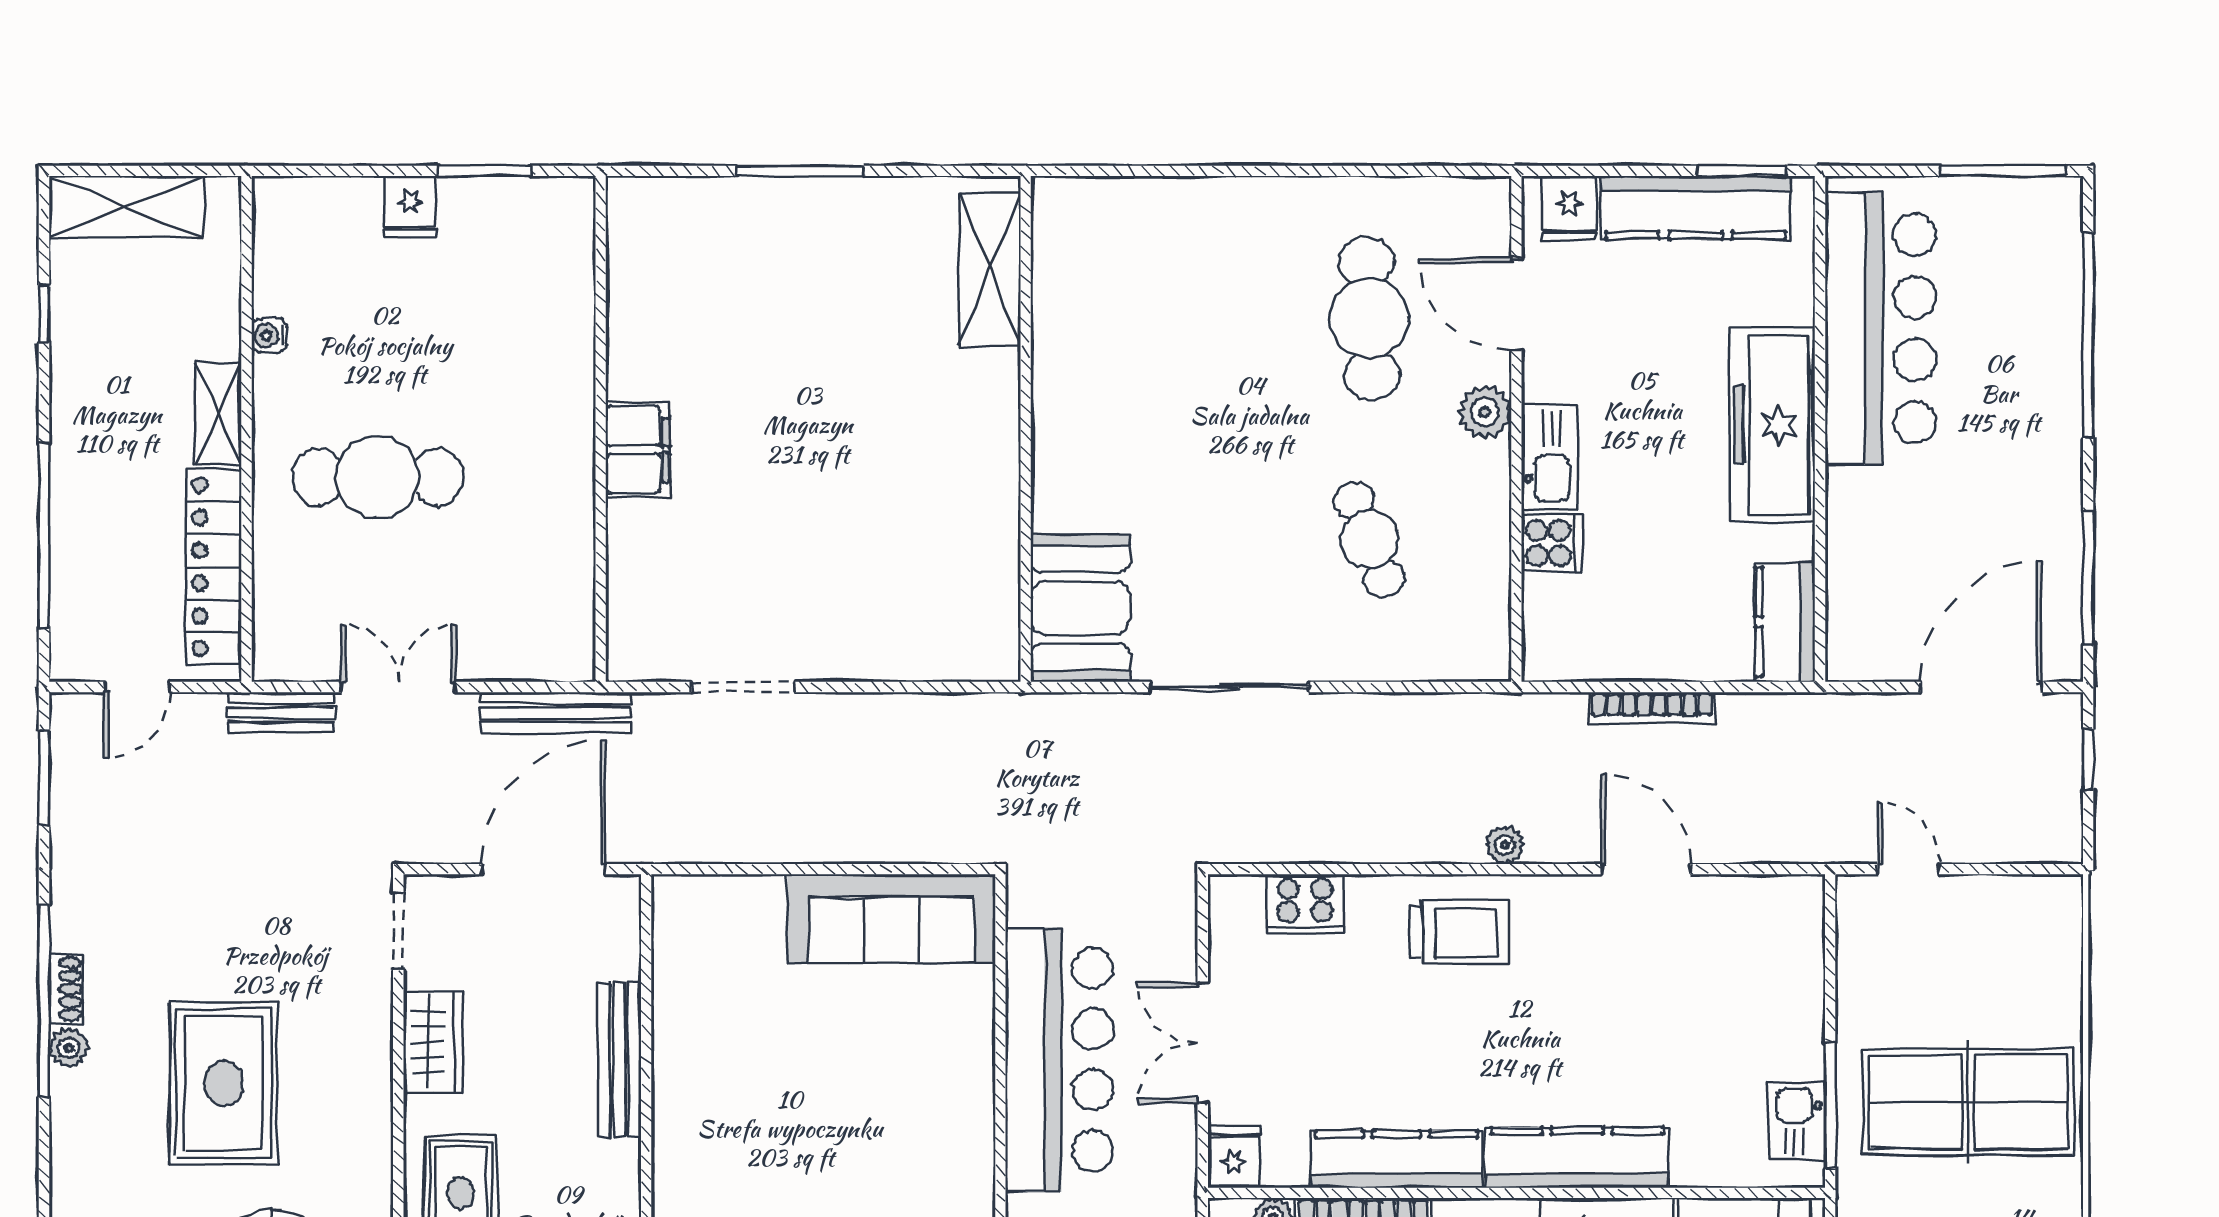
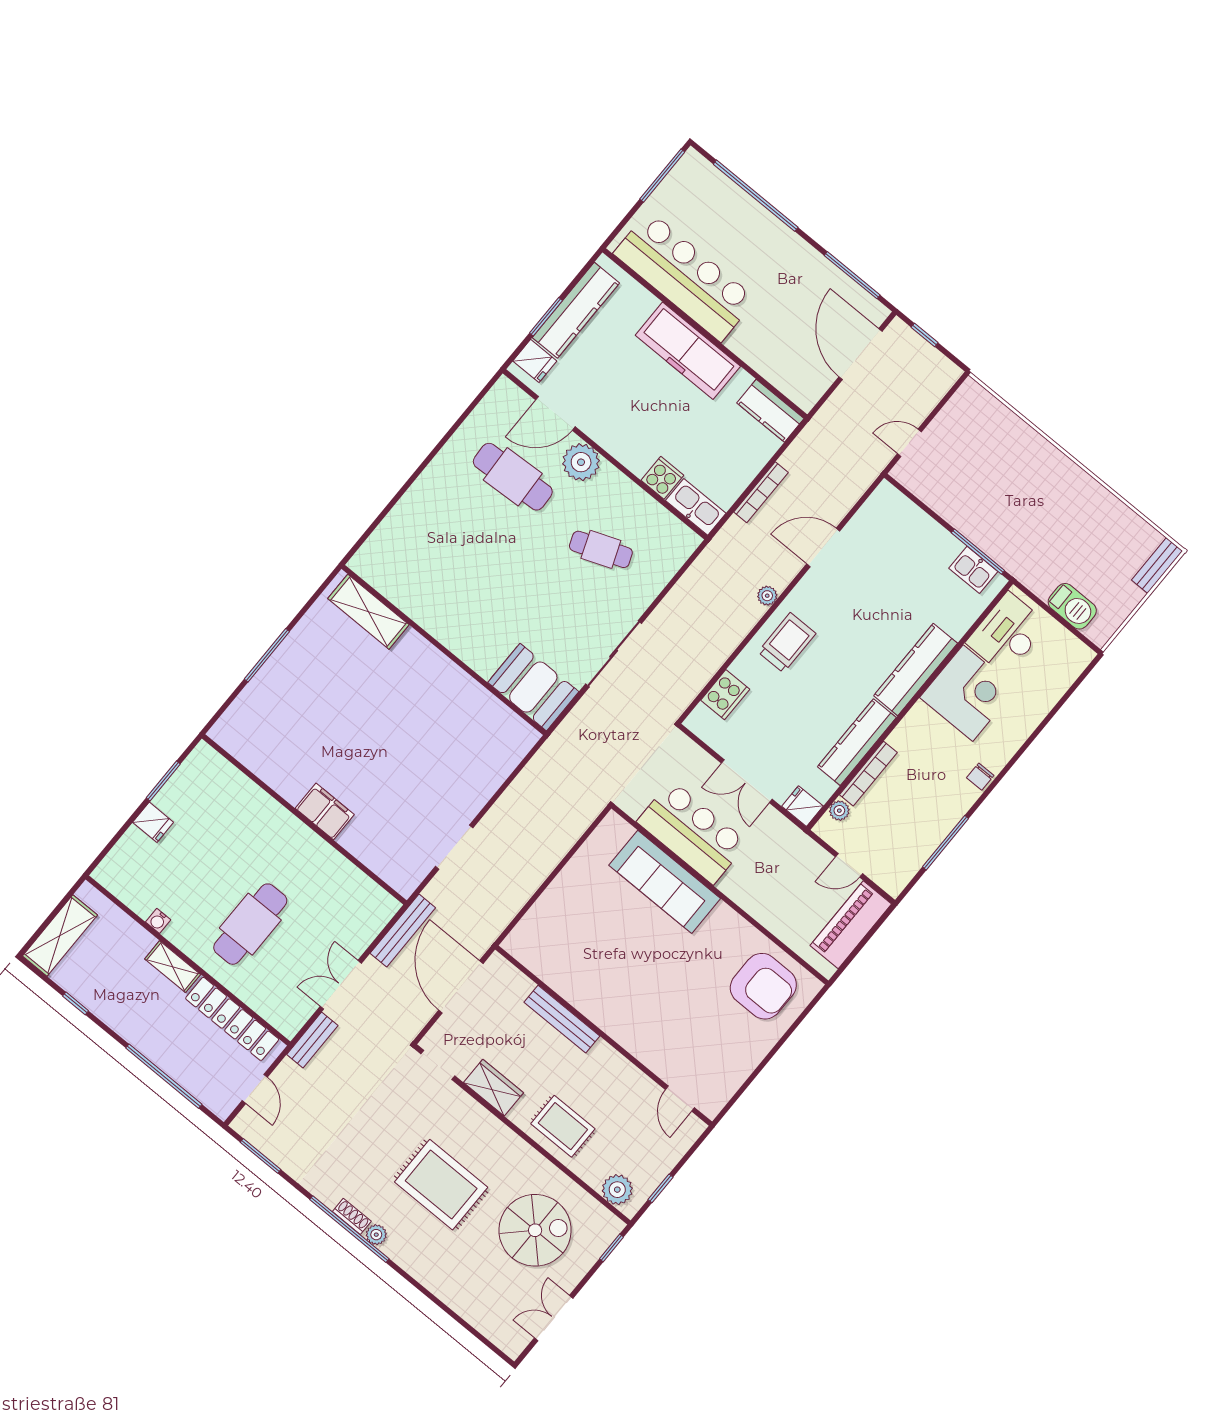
window: (1742, 171) -> (546, 317), moved
plant: (1485, 412) -> (581, 462), width x1.36, depth x1.36
kitchen sink: (1549, 457) -> (696, 507), moved
sofa: (891, 918) -> (665, 882), moved, turned 90
bar counter: (1059, 1060) -> (692, 832), width x0.73
table tennis table: (1968, 1102) -> (1022, 495), removed

